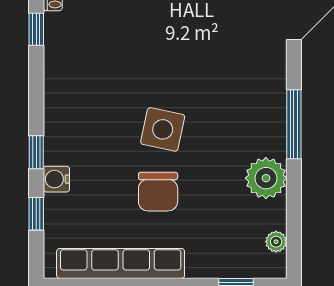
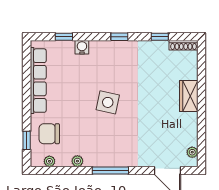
window: (36, 152) -> (119, 37), moved
plant: (266, 178) -> (77, 161), width x0.53, depth x0.53
chair: (158, 192) -> (49, 134), moved

